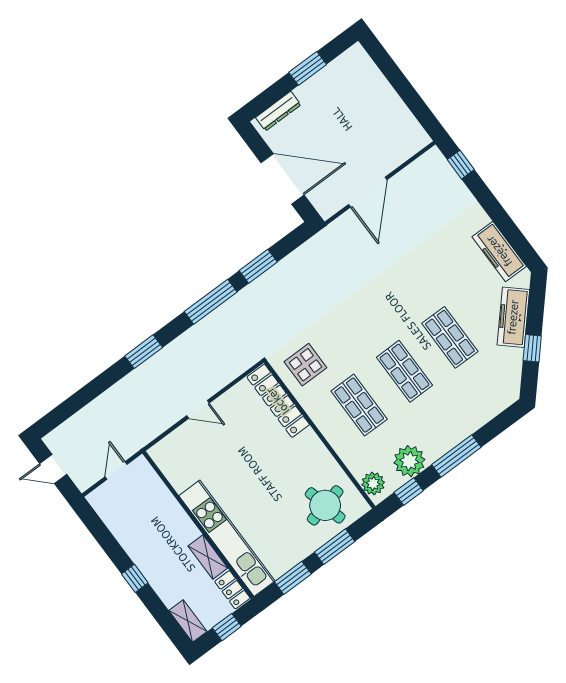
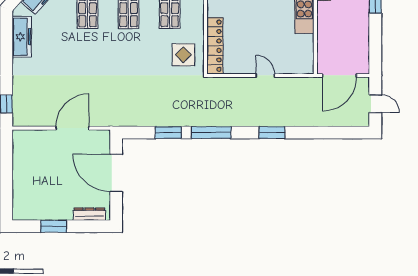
door: (116, 470) -> (339, 75), width x1.88

